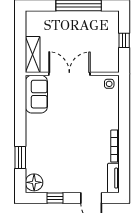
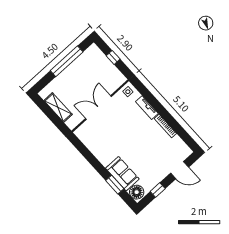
shelving: (33, 54) -> (58, 107), moved
sofa: (36, 94) -> (122, 174), moved
tv unit: (113, 178) -> (147, 108), moved

